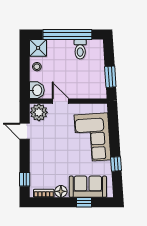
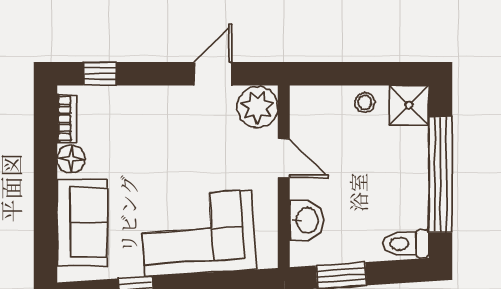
toilet: (80, 49) -> (406, 244), moved
washbasin: (37, 90) -> (306, 220), moved, turned -90
door: (61, 101) -> (284, 158), hinge flipped
window: (84, 202) -> (46, 213), removed

